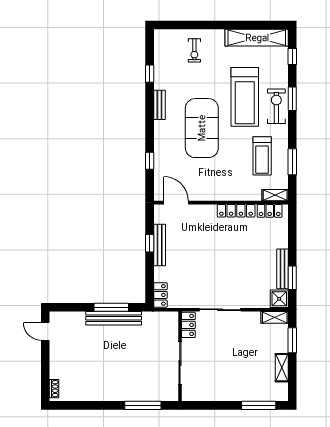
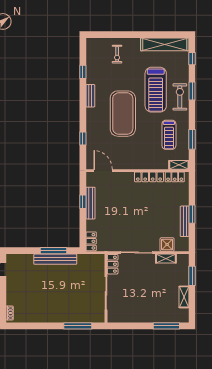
window: (292, 278) -> (192, 214), moved
shower: (279, 299) -> (167, 245), moved
shelving: (275, 317) -> (166, 258), moved

